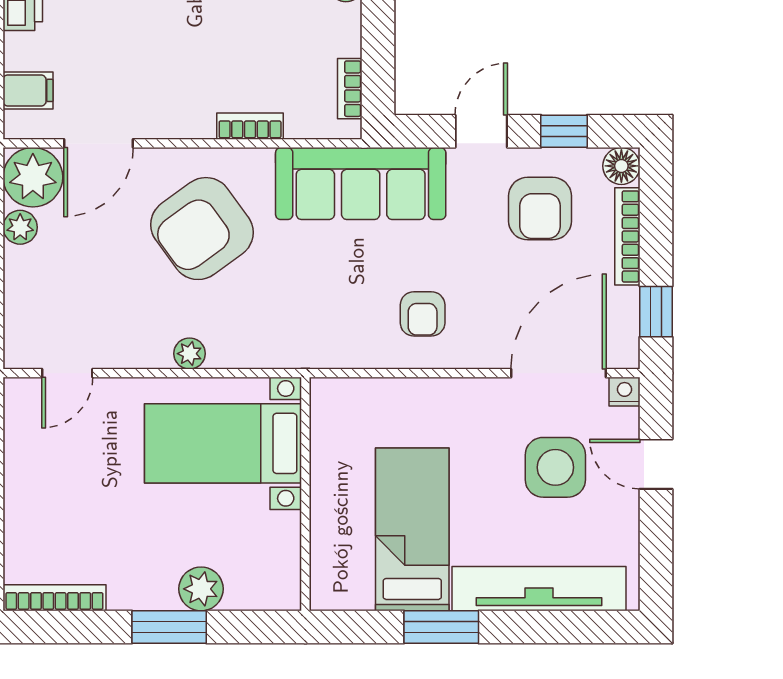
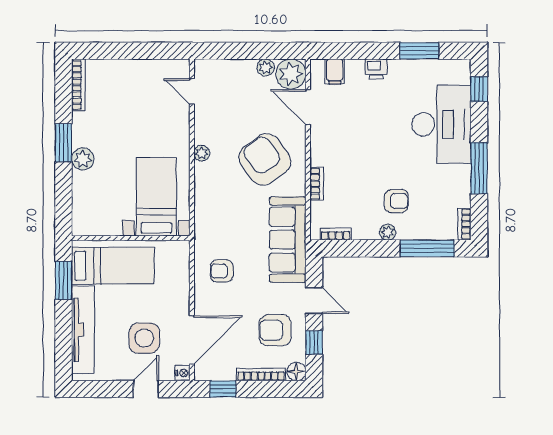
door: (558, 373) -> (192, 340), hinge flipped
bed with nightstands: (223, 443) -> (156, 197), moved
wall: (305, 494) -> (131, 238), moved

